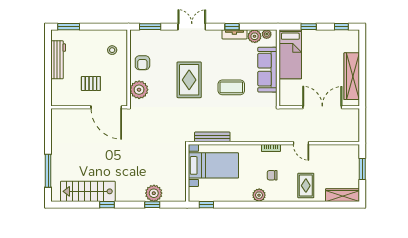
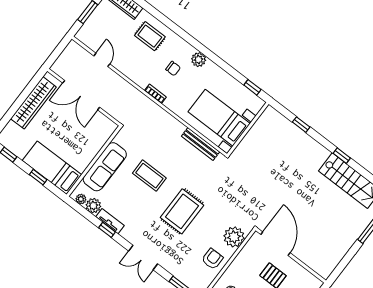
bed: (290, 54) -> (52, 168), moved, turned -90
door: (301, 143) -> (102, 60), moved
rug: (306, 186) -> (150, 36), turned 90
plant: (154, 193) -> (292, 134), removed

